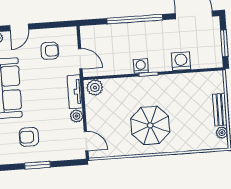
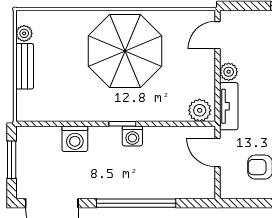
parasol: (150, 125) -> (125, 51), width x1.36, depth x1.36
door: (86, 141) -> (218, 35), hinge flipped

